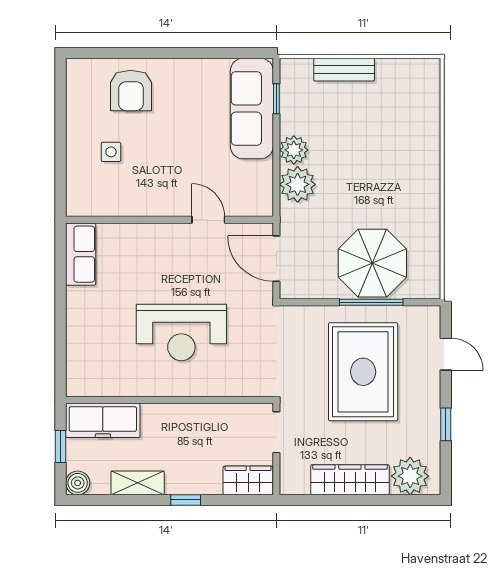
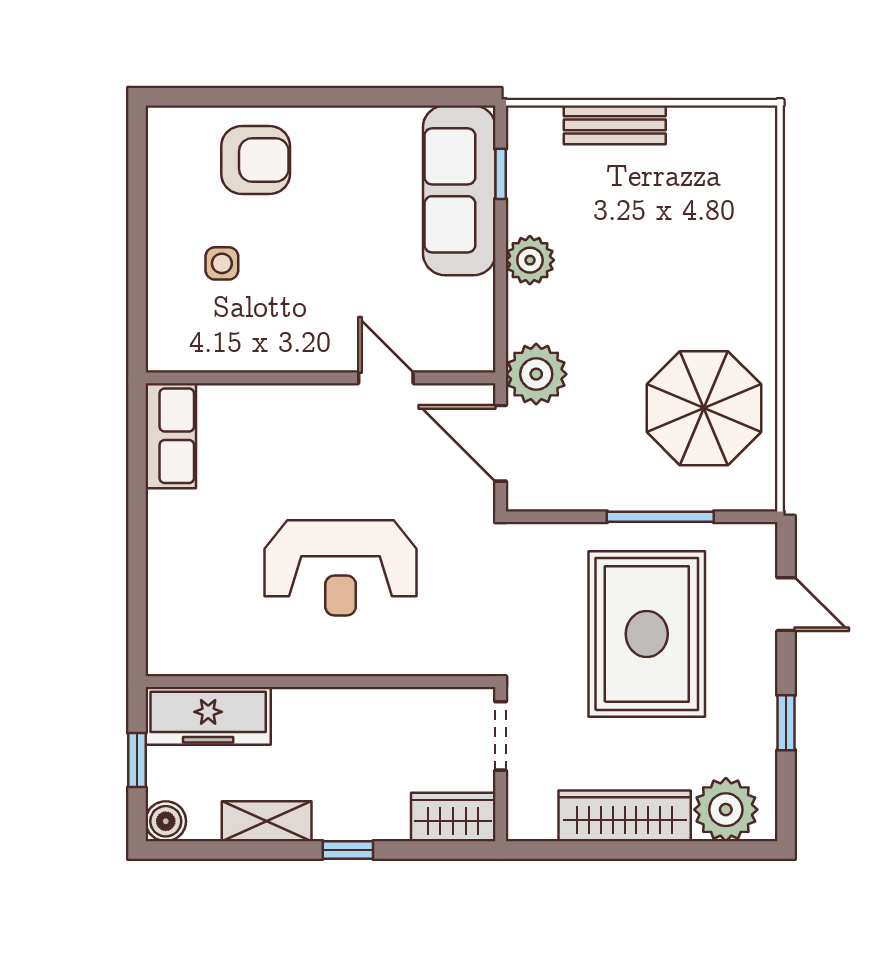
armchair: (131, 91) -> (256, 160), turned -90
plant: (298, 184) -> (536, 374), moved
parasol: (372, 263) -> (704, 408), moved

